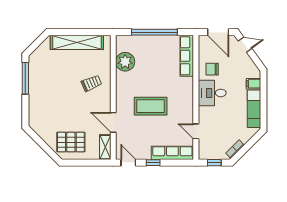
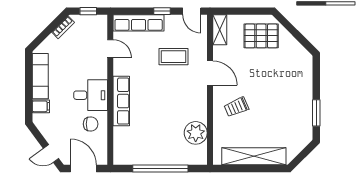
row of seats: (187, 56) -> (121, 101), moved
window: (25, 78) -> (316, 113), width x0.69
coffee table: (151, 106) -> (173, 57), moved, width x0.73, depth x0.76
door: (113, 122) -> (210, 73), moved

